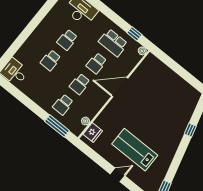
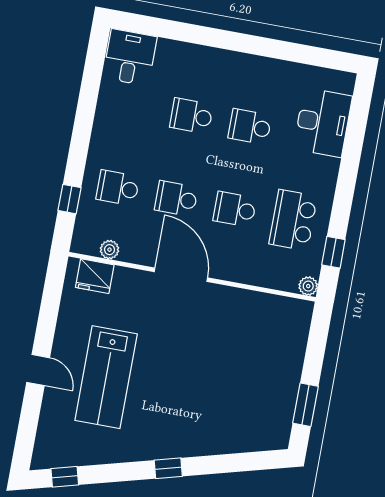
window: (188, 77) -> (306, 405), added
door: (120, 87) -> (181, 275), moved
window: (57, 126) -> (69, 199), width x0.46
window: (190, 130) -> (168, 468), moved
lab bench: (135, 150) -> (106, 377), turned 180

